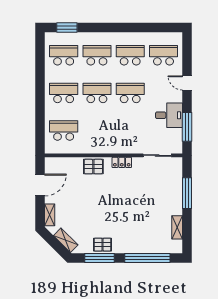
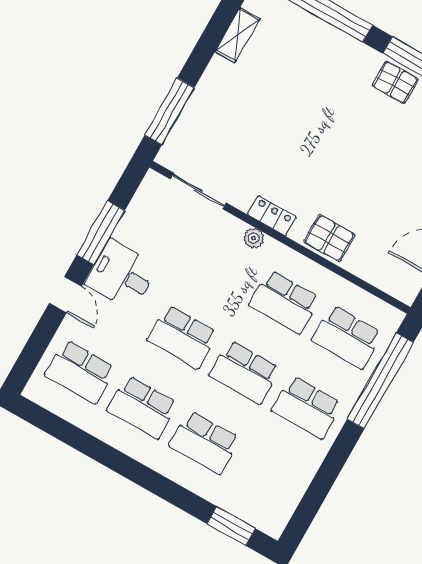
school desk: (64, 55) -> (285, 302), moved
desk: (169, 115) -> (121, 275), moved
window: (40, 121) -> (380, 381), added
window: (187, 127) -> (101, 233), moved
plant: (124, 149) -> (254, 238), added
window: (187, 193) -> (170, 111), moved

